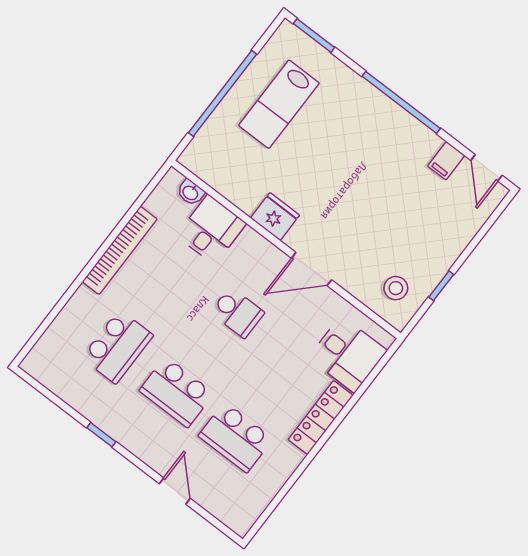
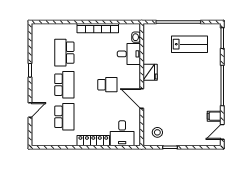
lab bench: (279, 104) -> (190, 44), turned 180
school desk: (237, 313) -> (107, 85), turned -90
school desk: (118, 347) -> (64, 53), turned 90
school desk: (177, 392) -> (64, 85), turned 180
school desk: (236, 437) -> (64, 117), turned 180

